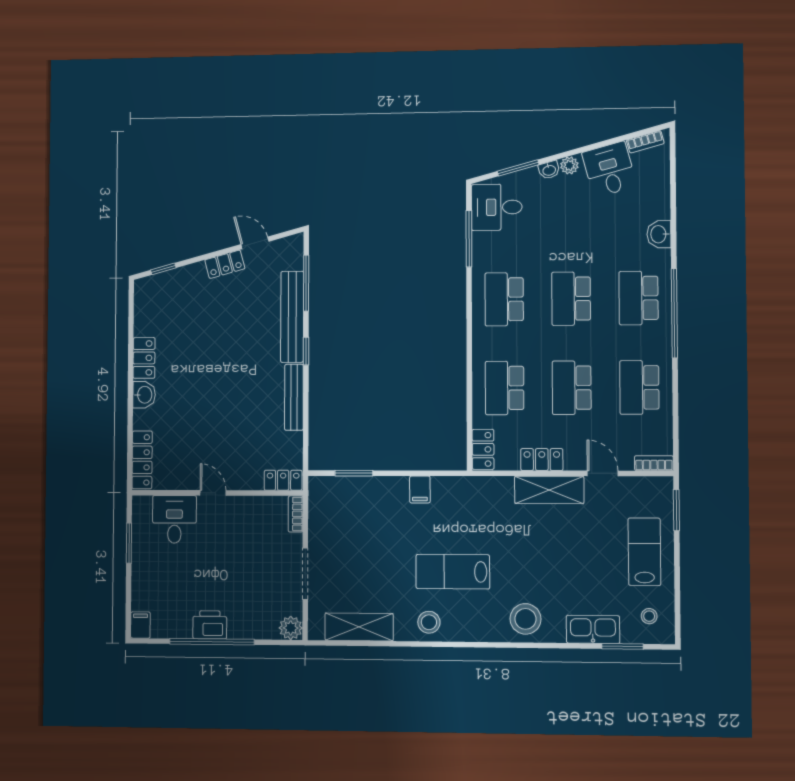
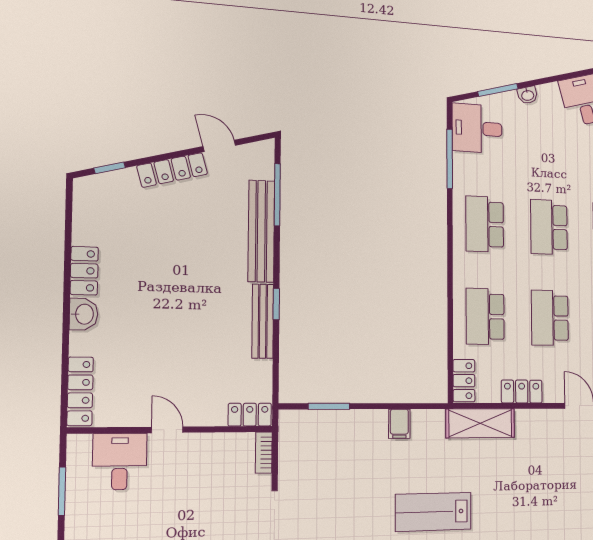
plant: (569, 165) -> (547, 92), removed
locker: (225, 264) -> (172, 170), width x1.53
window: (306, 351) -> (276, 304), moved
shelving: (549, 490) -> (480, 423), moved

